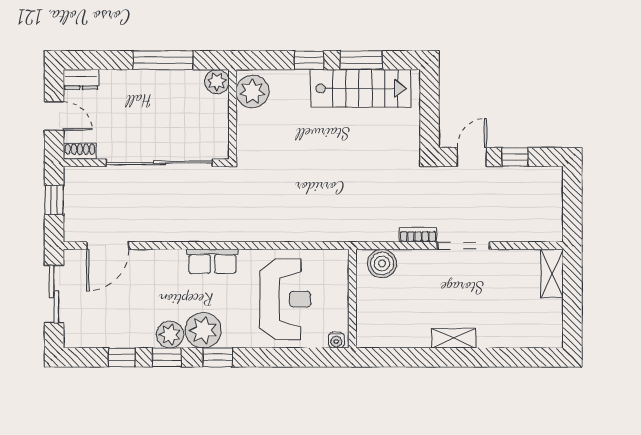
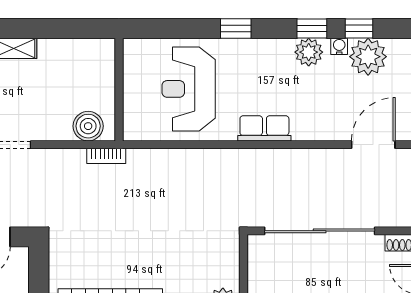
bookcase: (418, 235) -> (106, 156), moved
plant: (203, 330) -> (368, 57), moved
water cooler: (336, 340) -> (339, 46), moved
window: (218, 357) -> (236, 28), moved

